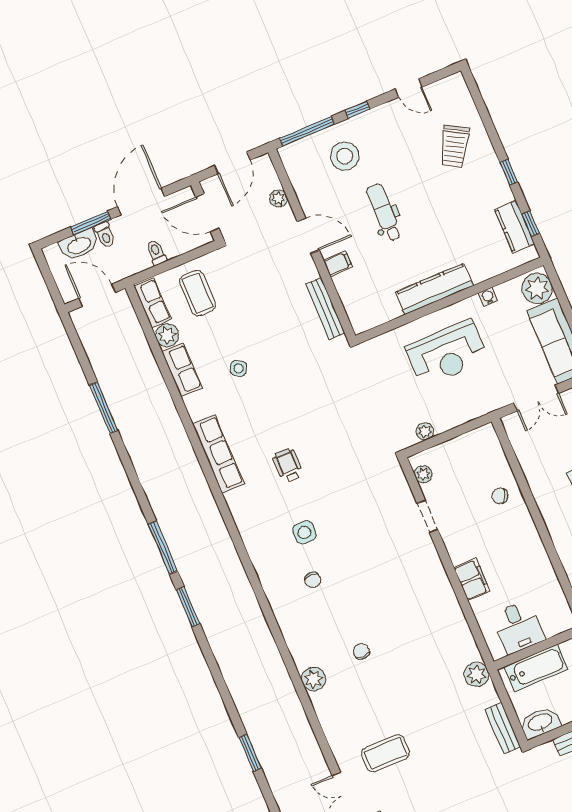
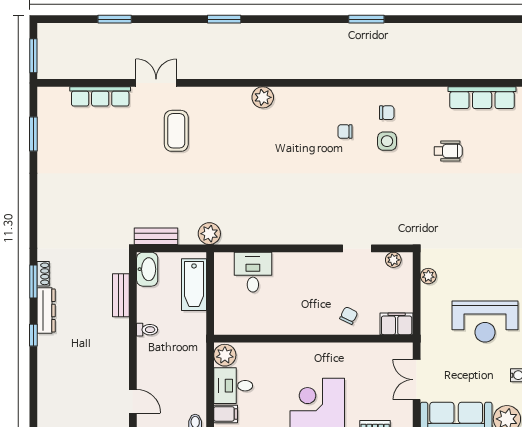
reception desk: (447, 353) -> (485, 321), turned -90
window: (163, 548) -> (424, 19), removed
filing cabinet: (472, 580) -> (397, 324), moved, turned 180
desk: (518, 627) -> (253, 272), moved, turned 90
chair: (361, 651) -> (387, 113), moved

